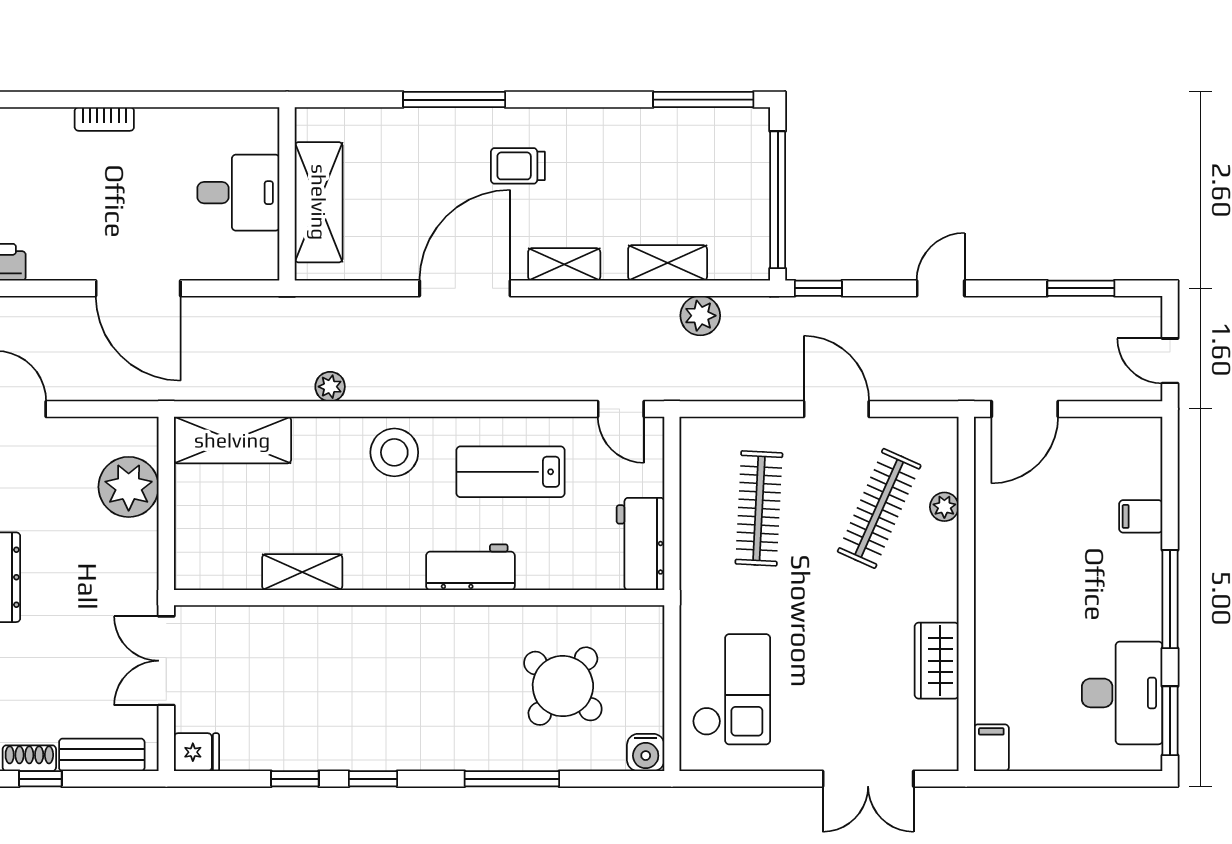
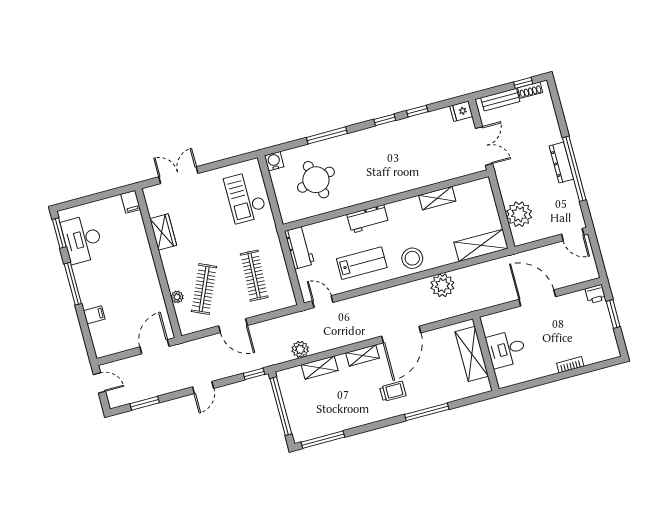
plant: (330, 387) -> (442, 285), width x1.88, depth x1.88
round table: (563, 686) -> (316, 180), turned 35

